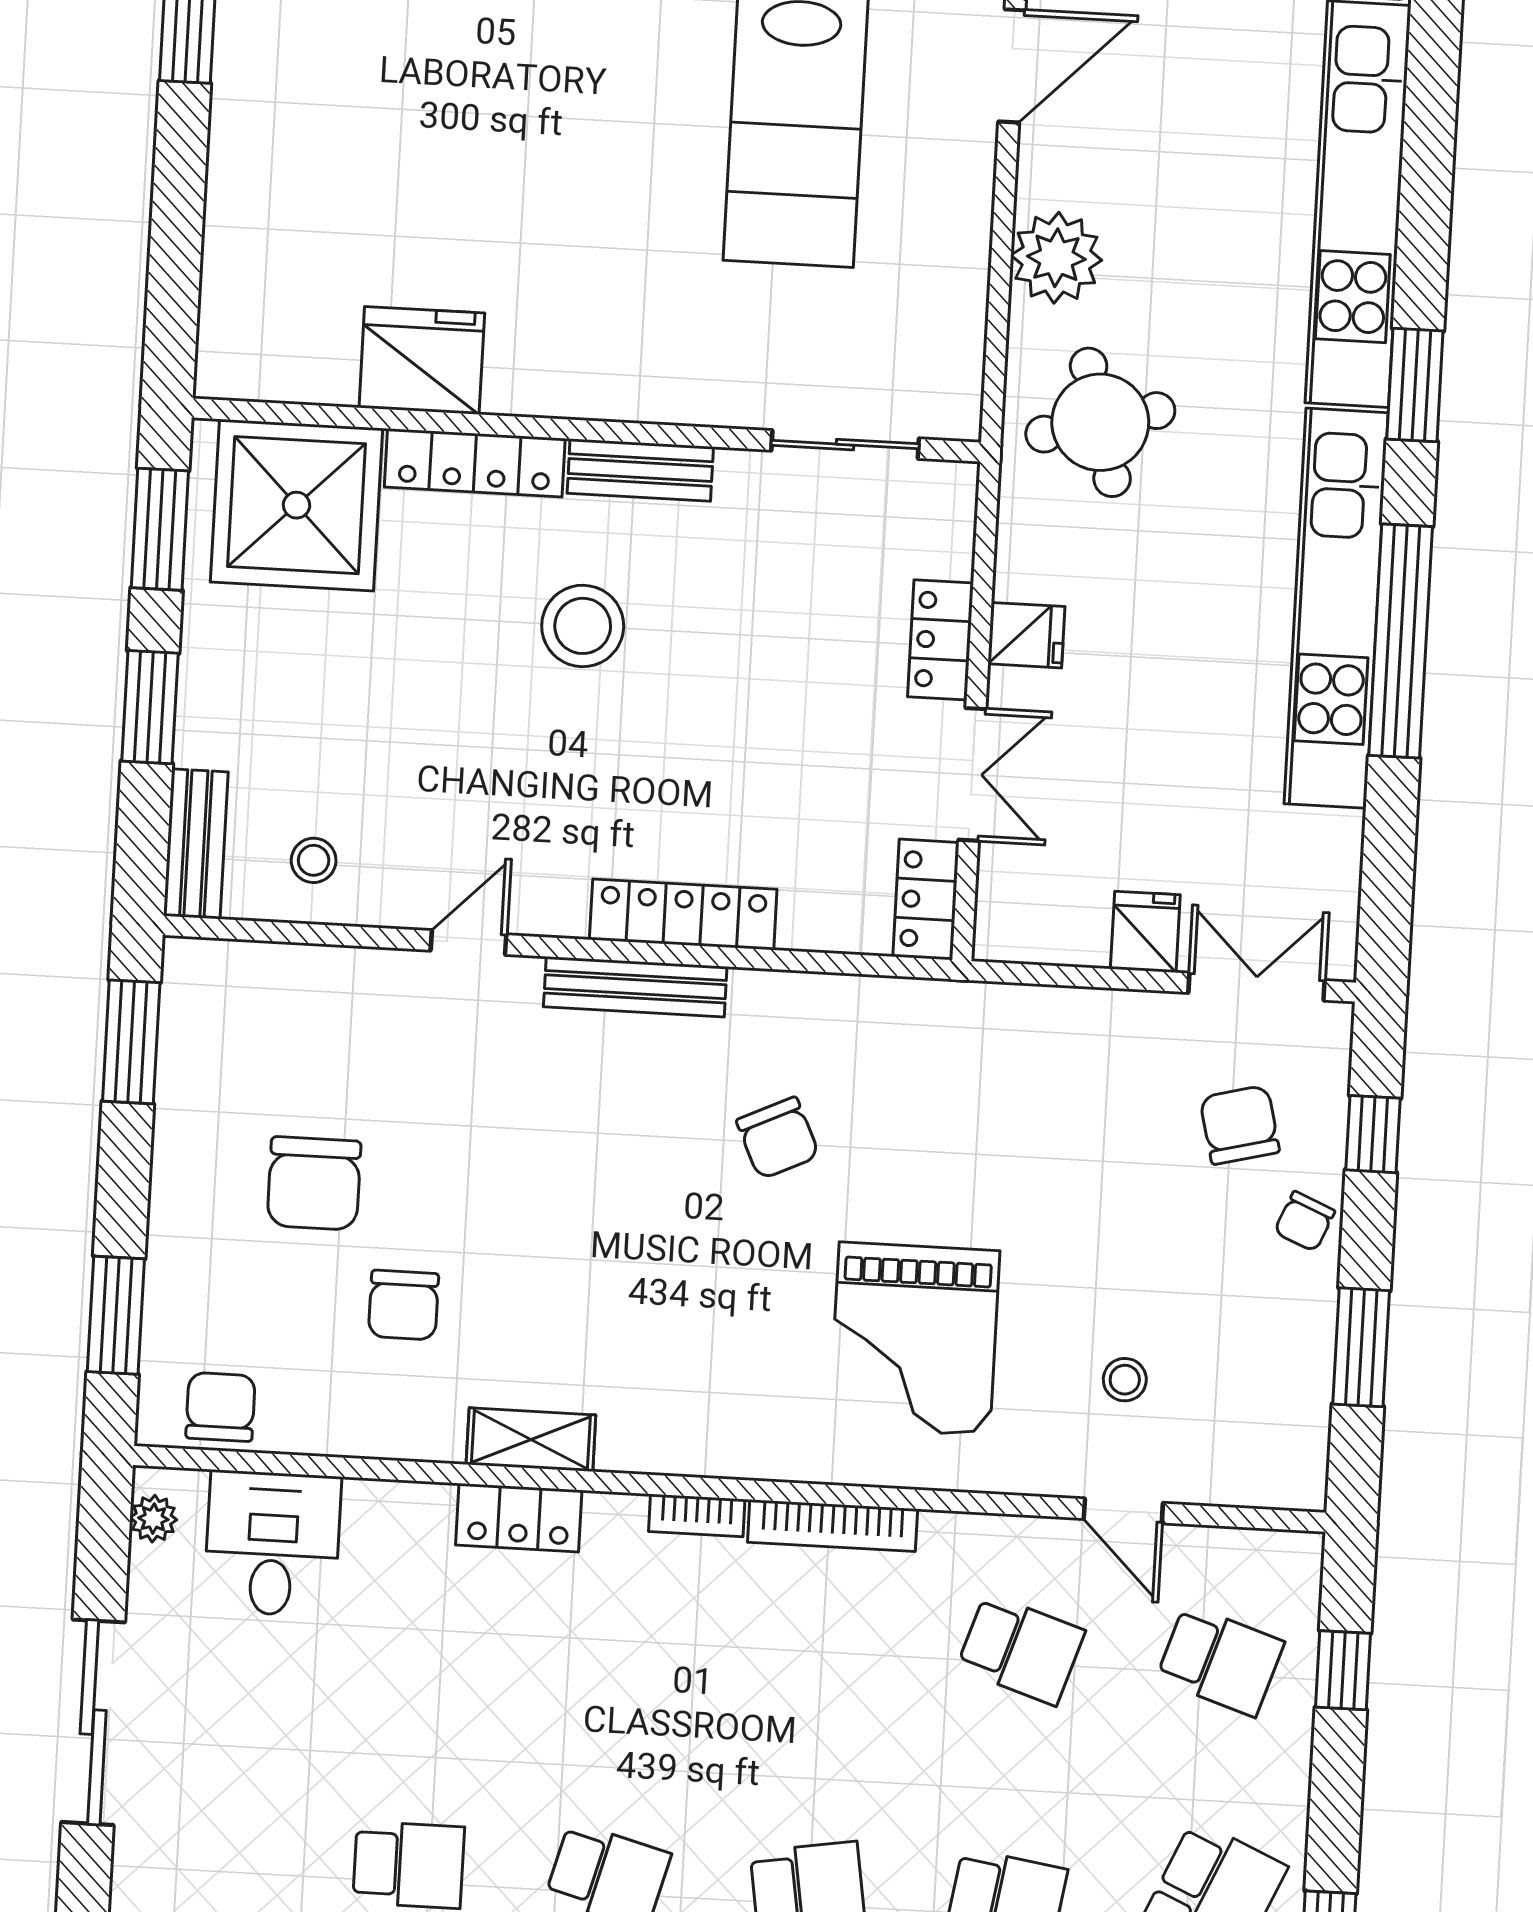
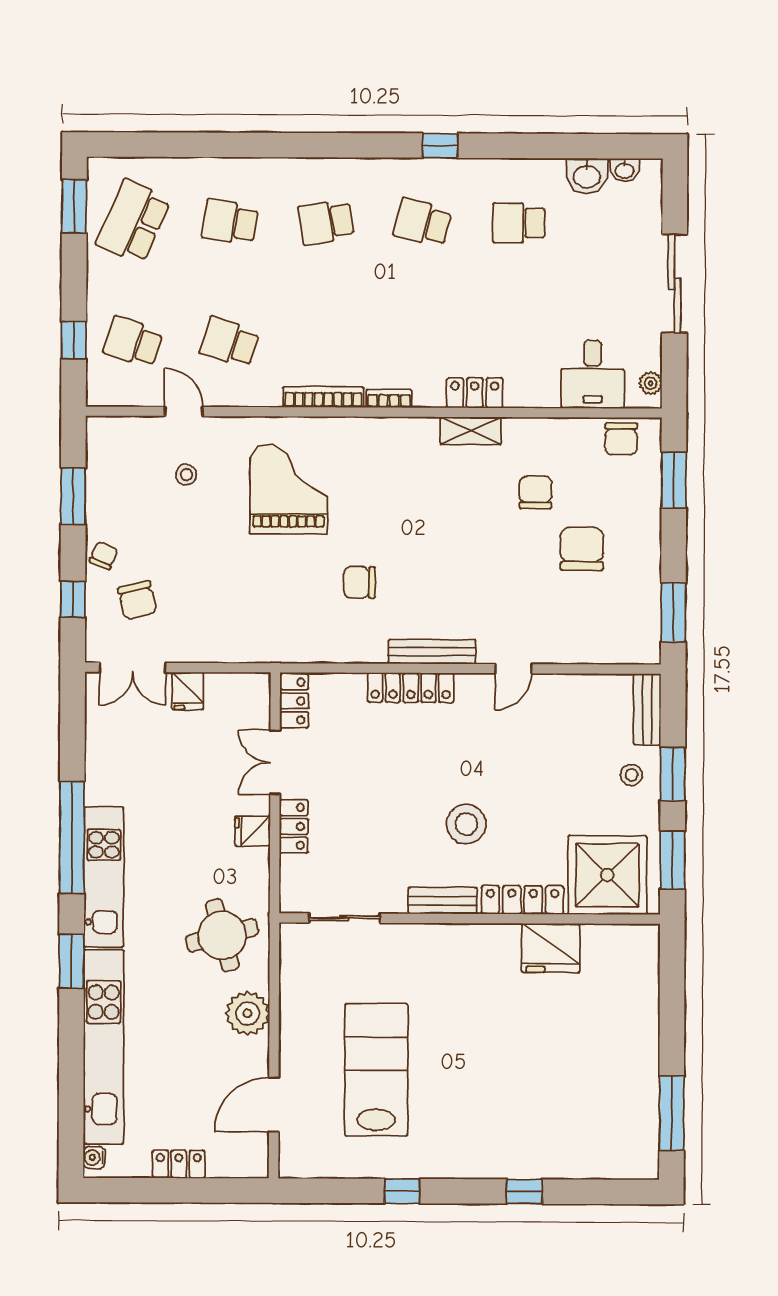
kitchen unit: (1336, 608) -> (104, 877), width x0.73
stool: (314, 860) -> (631, 775), moved
chair: (778, 1138) -> (359, 582), turned -65

